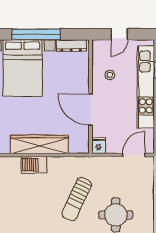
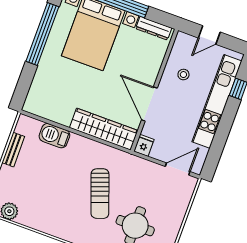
wardrobe: (39, 144) -> (104, 129), moved
barbecue: (34, 165) -> (54, 136), moved
sun lounger: (77, 199) -> (100, 194), turned -45

